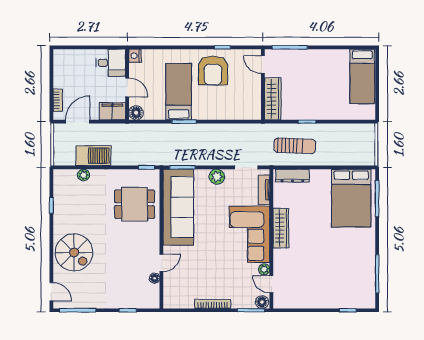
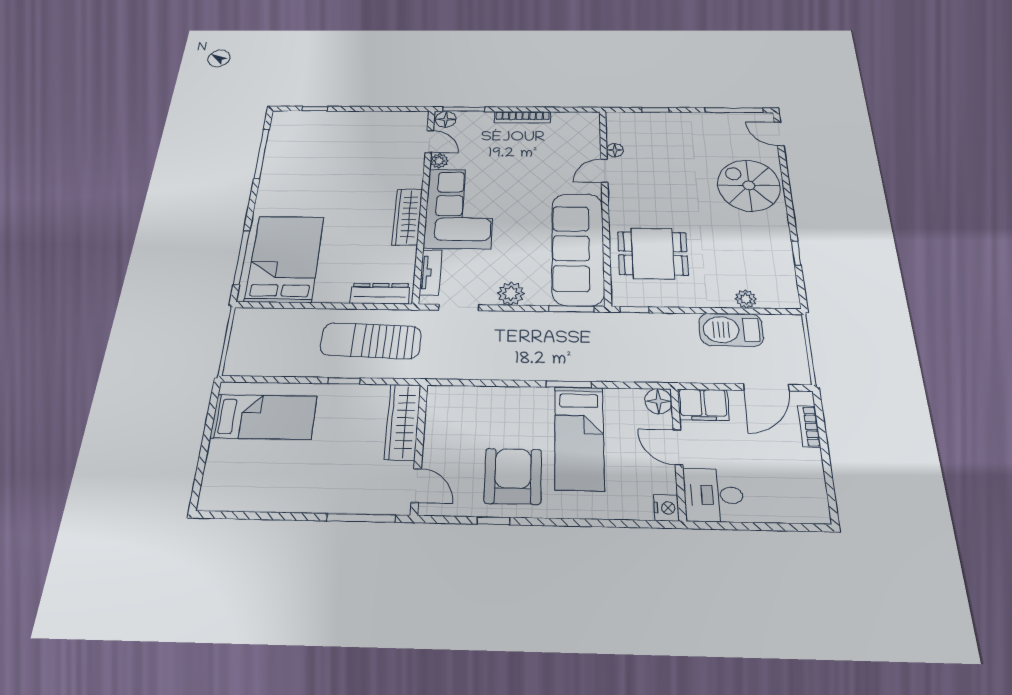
bed: (362, 76) -> (264, 417), moved, turned 90
sun lounger: (295, 146) -> (371, 341), width x1.36, depth x1.34

